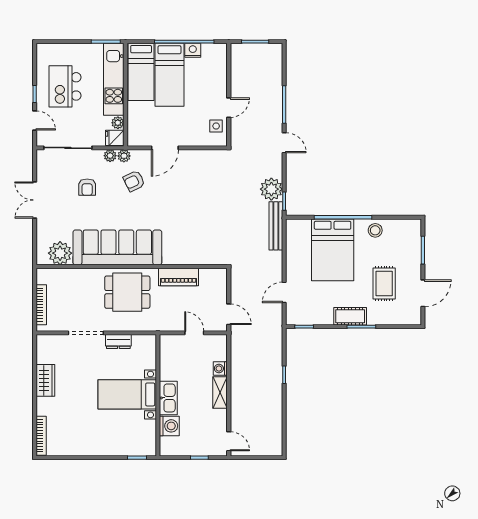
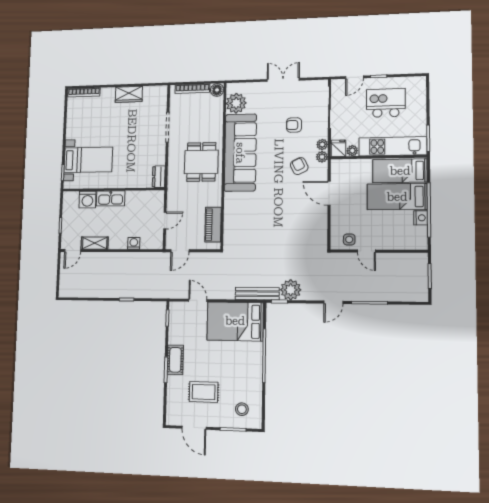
stool: (375, 230) -> (242, 409), moved
bed: (333, 250) -> (235, 321), moved
floor lamp: (44, 276) -> (217, 90), added
piano: (179, 277) -> (213, 225), moved
dresser: (118, 342) -> (159, 177), moved
shelving: (220, 393) -> (95, 243), moved
bed with nightstands: (127, 394) -> (88, 160), moved, turned 90

